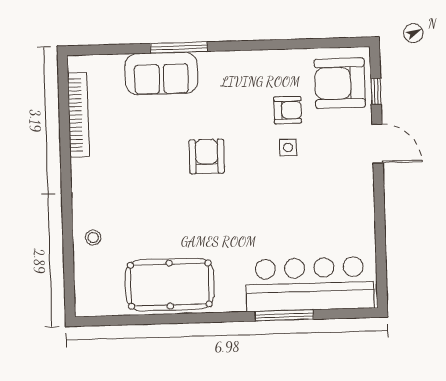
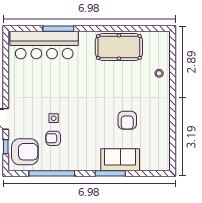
window: (288, 44) -> (52, 173), added
bookcase: (78, 115) -> (165, 139), removed
armchair: (207, 156) -> (127, 120), moved

